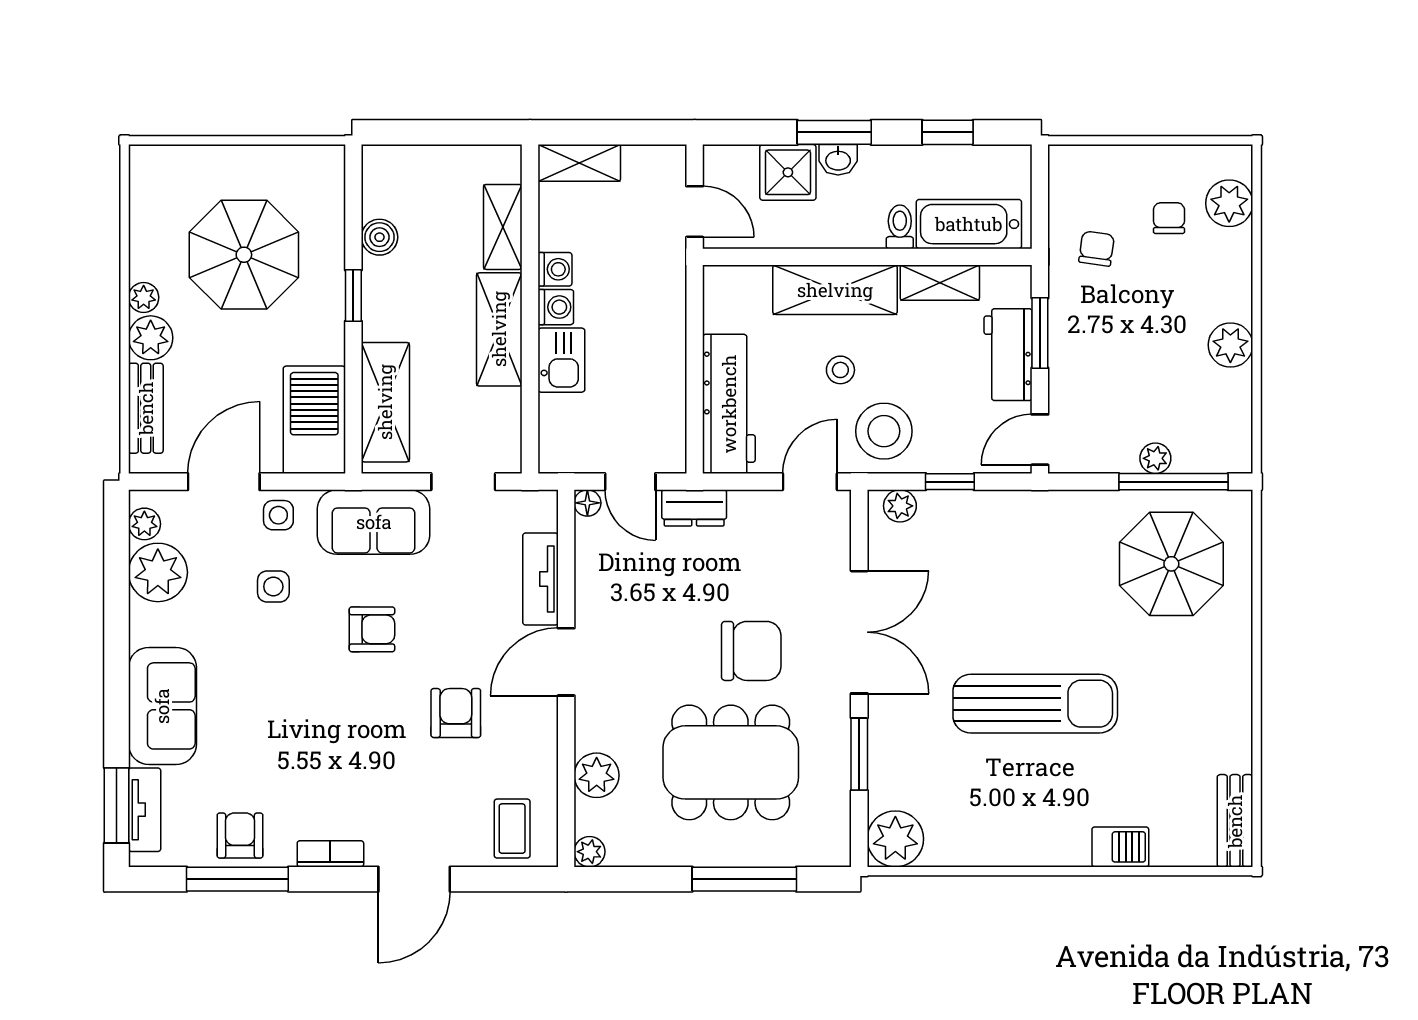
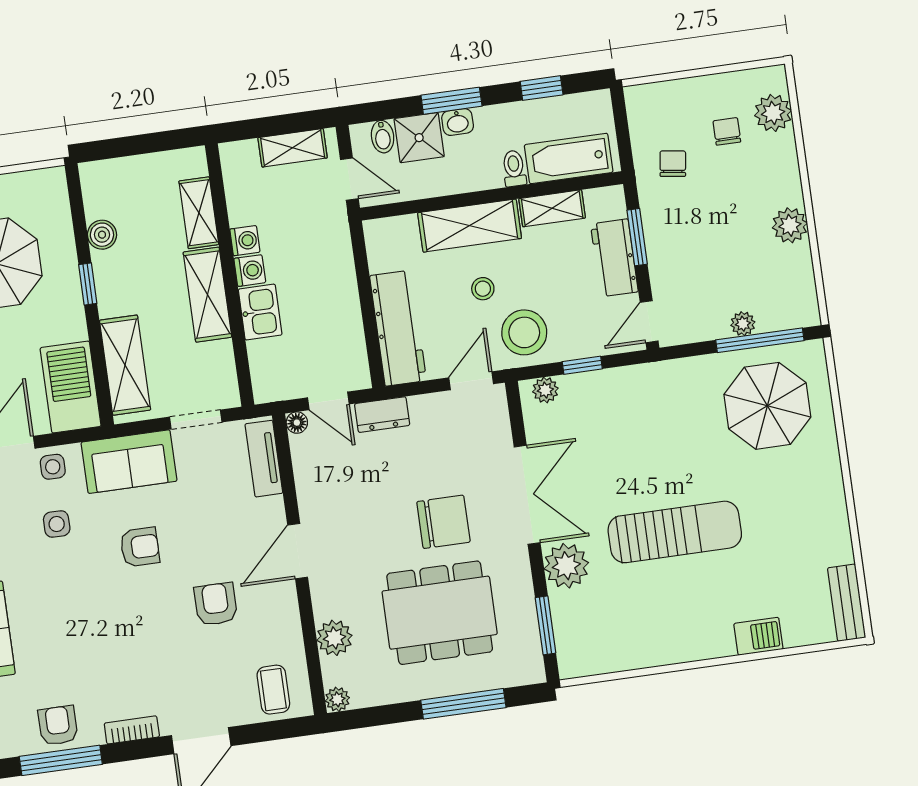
shelving: (579, 163) -> (293, 148), moved
bidet: (743, 165) -> (383, 137), added
tv unit: (541, 579) -> (264, 459), moved
window: (859, 754) -> (545, 625), moved
plant: (895, 839) -> (566, 566), moved

